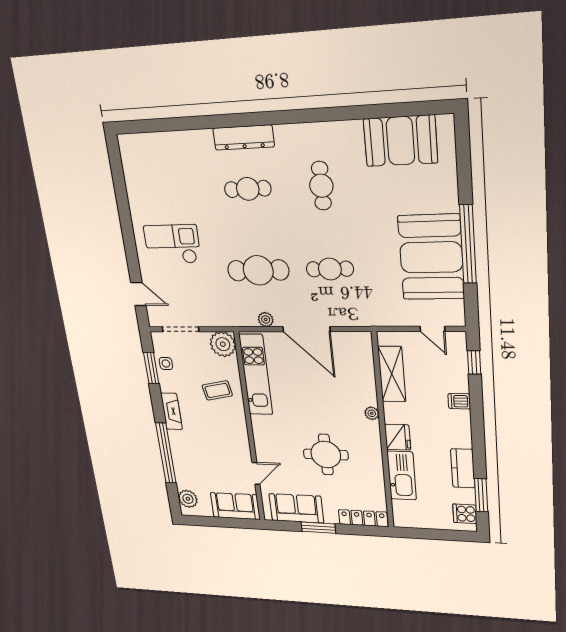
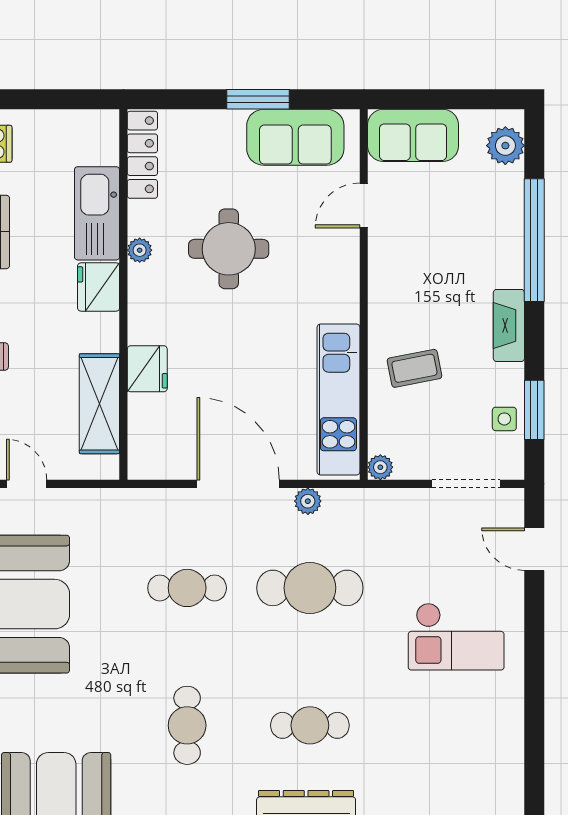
plant: (223, 344) -> (380, 467), width x0.53, depth x0.53
fridge: (365, 393) -> (147, 369), added
plant: (372, 413) -> (140, 250), moved
locker: (363, 518) -> (142, 155), moved, turned -90

